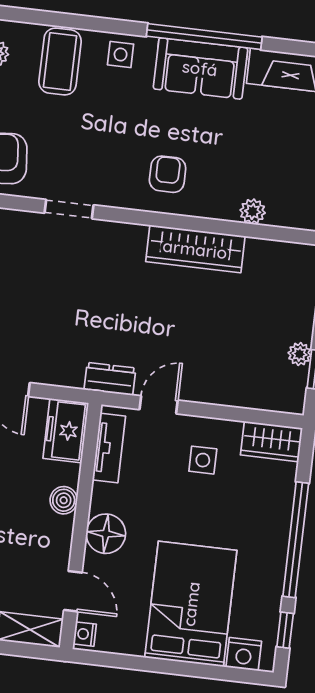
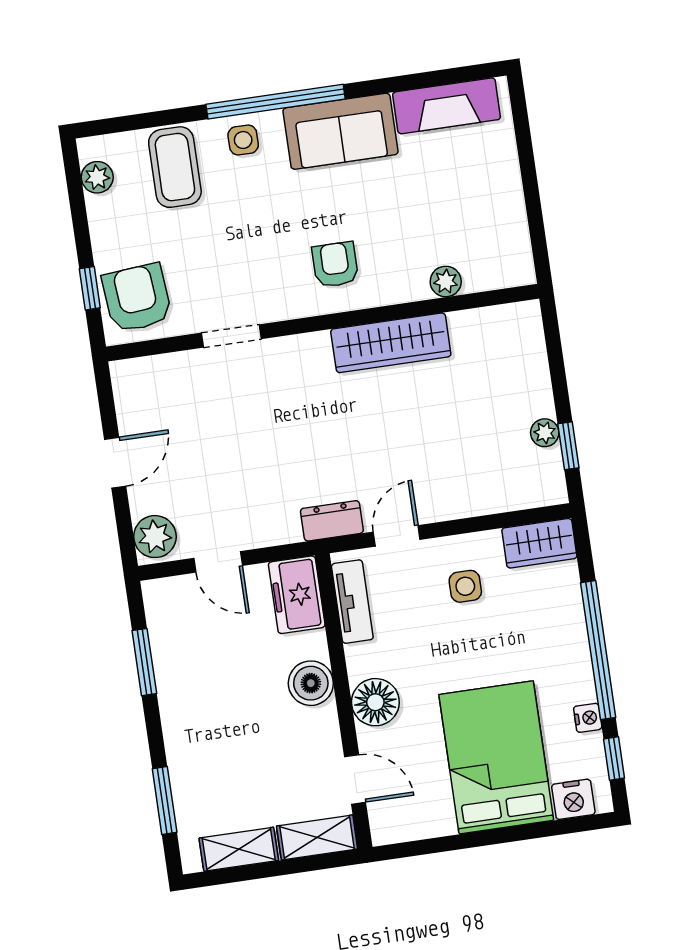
window: (204, 37) -> (276, 102), moved
boiler: (64, 500) -> (311, 683), width x1.36, depth x1.36
nightstand: (85, 634) -> (588, 718), moved, turned 180

